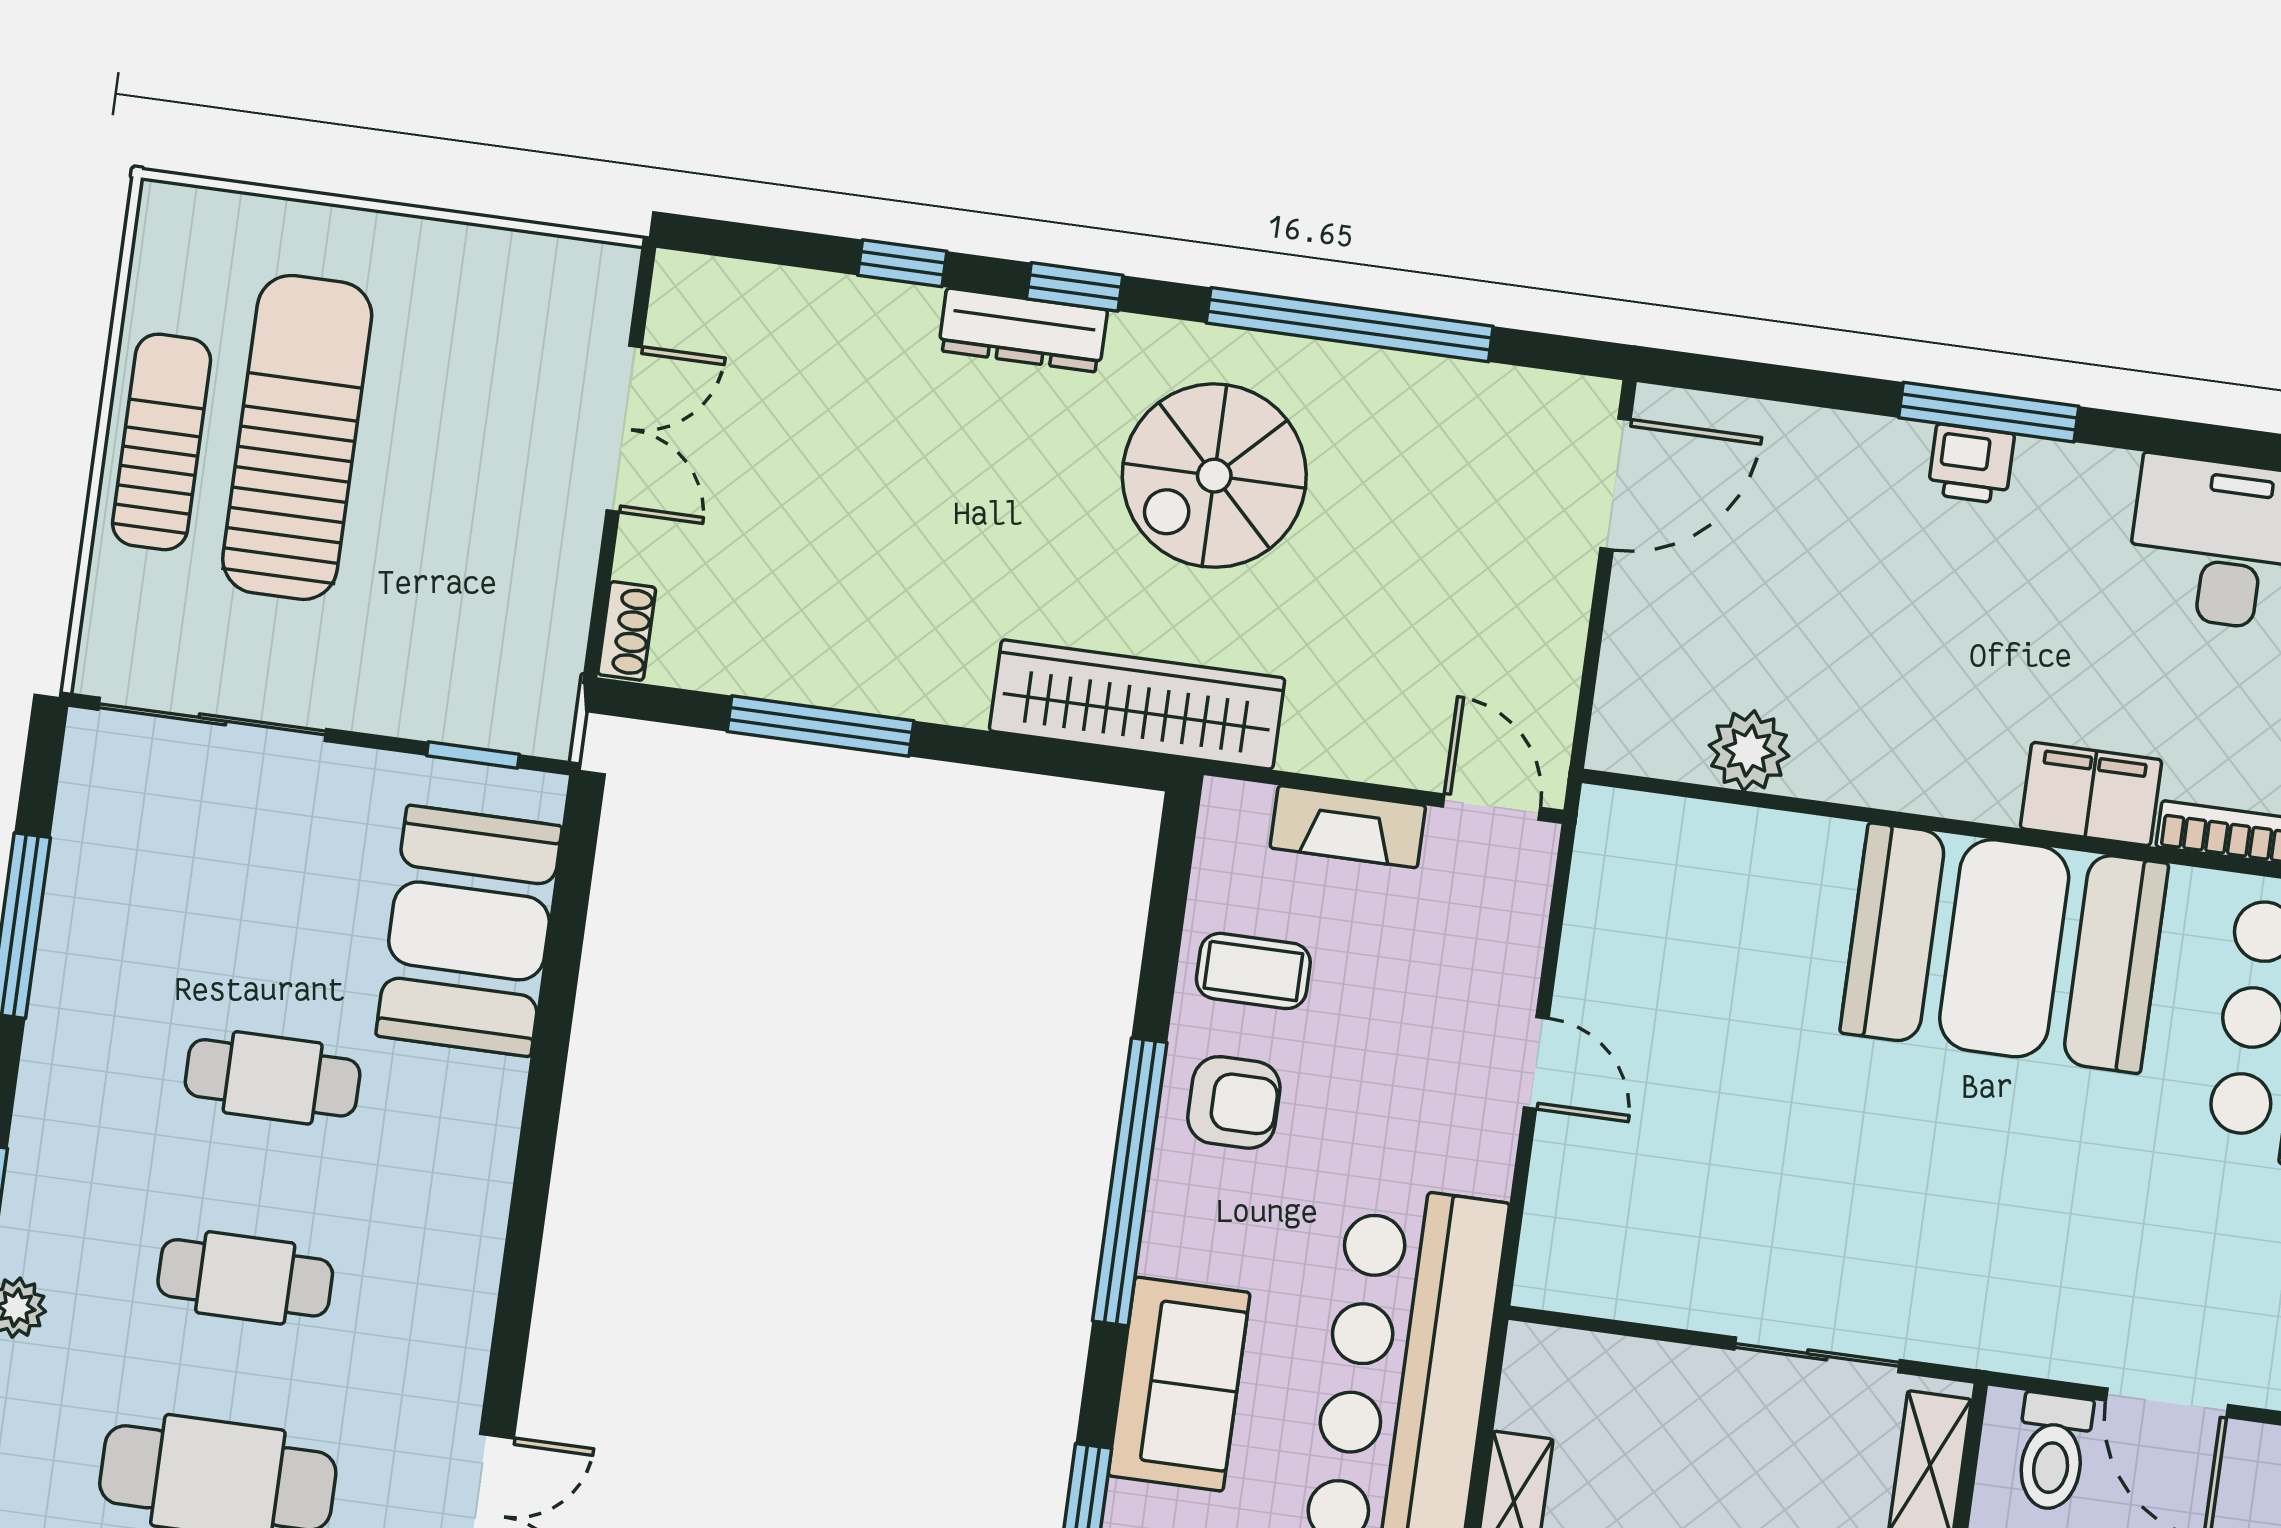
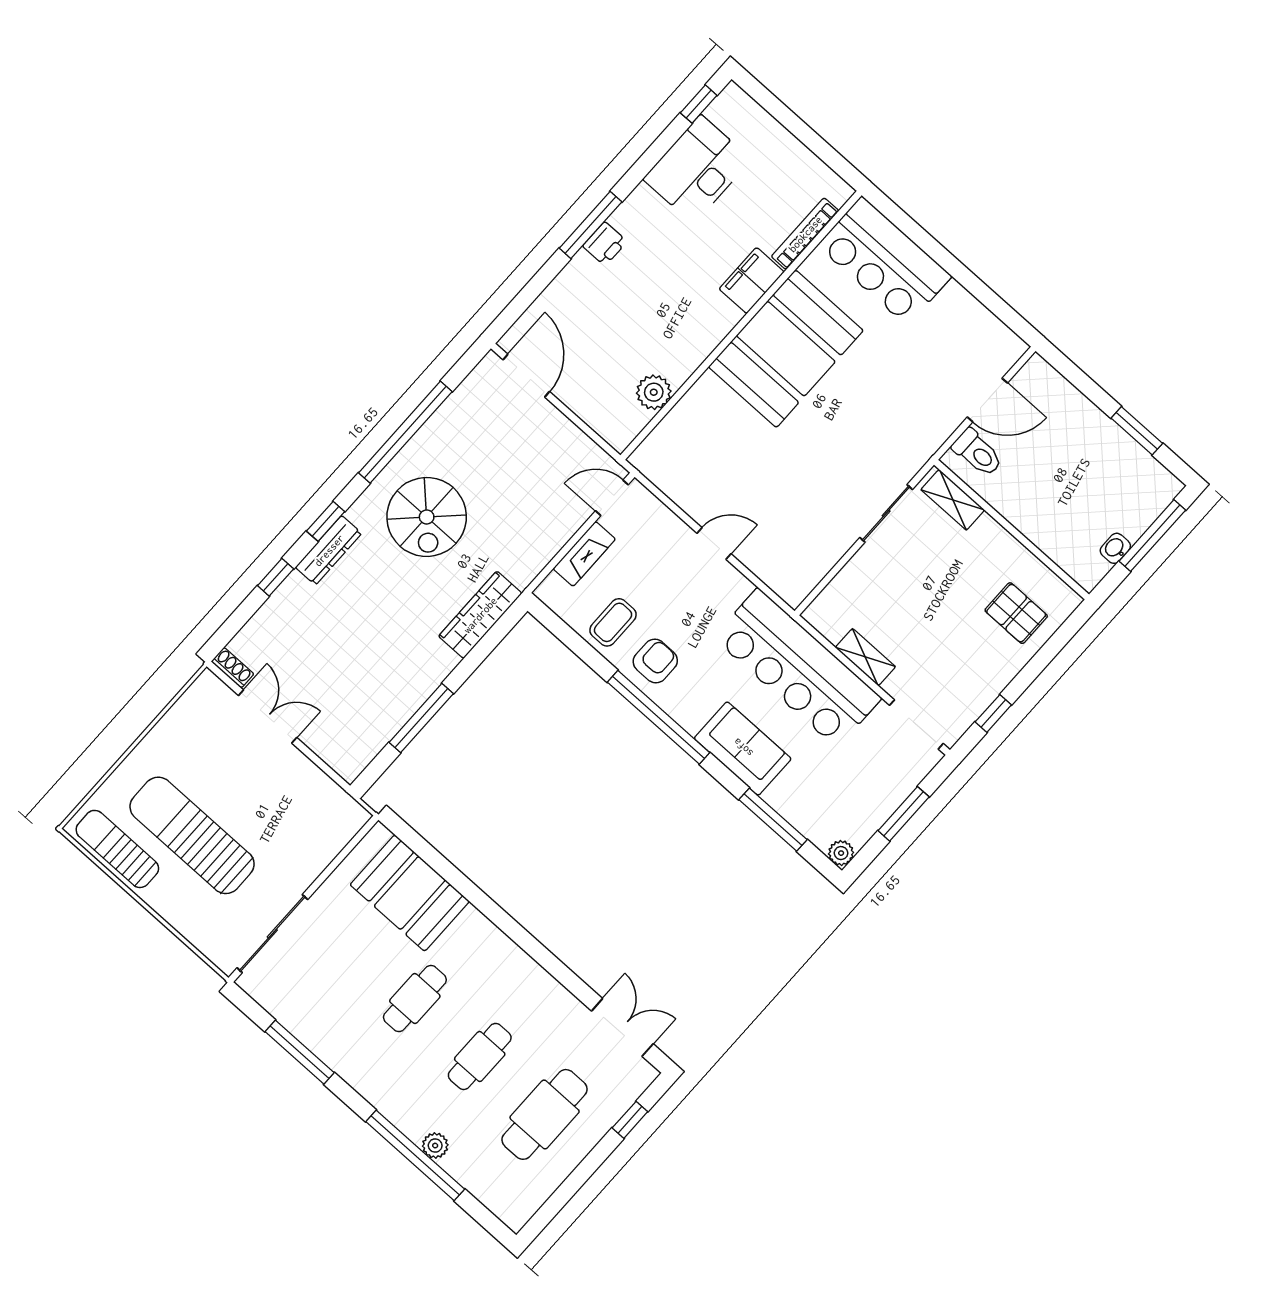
sun lounger: (162, 442) -> (117, 849), moved
shoe rack: (627, 631) -> (232, 668), moved
wardrobe: (1137, 704) -> (480, 615), width x0.71, depth x0.85
window: (473, 755) -> (348, 849), removed

